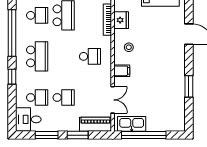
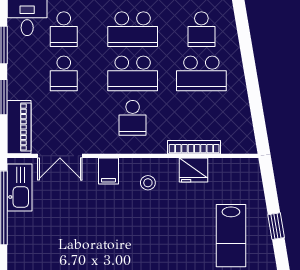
school desk: (64, 56) -> (133, 73), added

